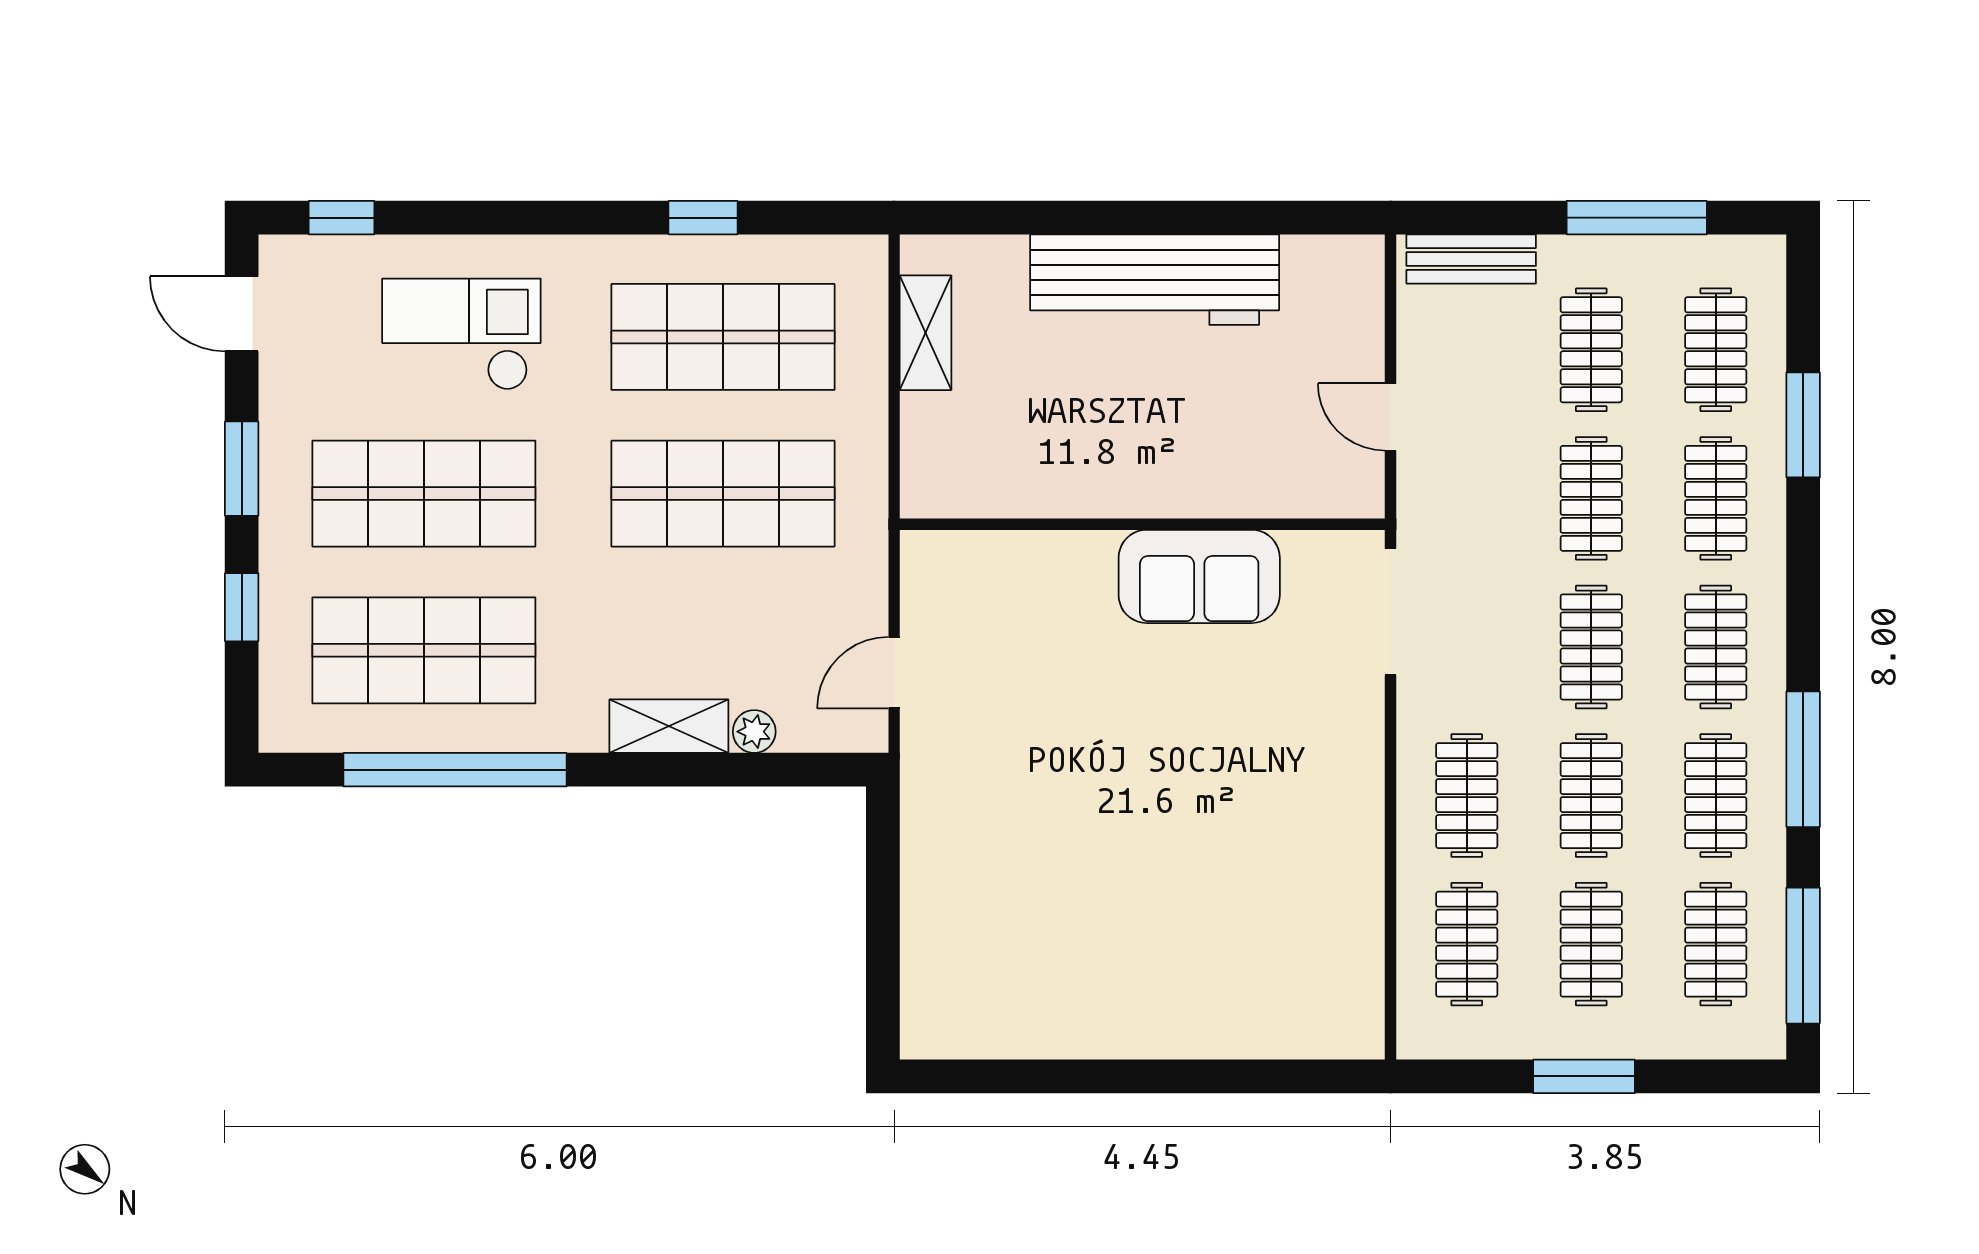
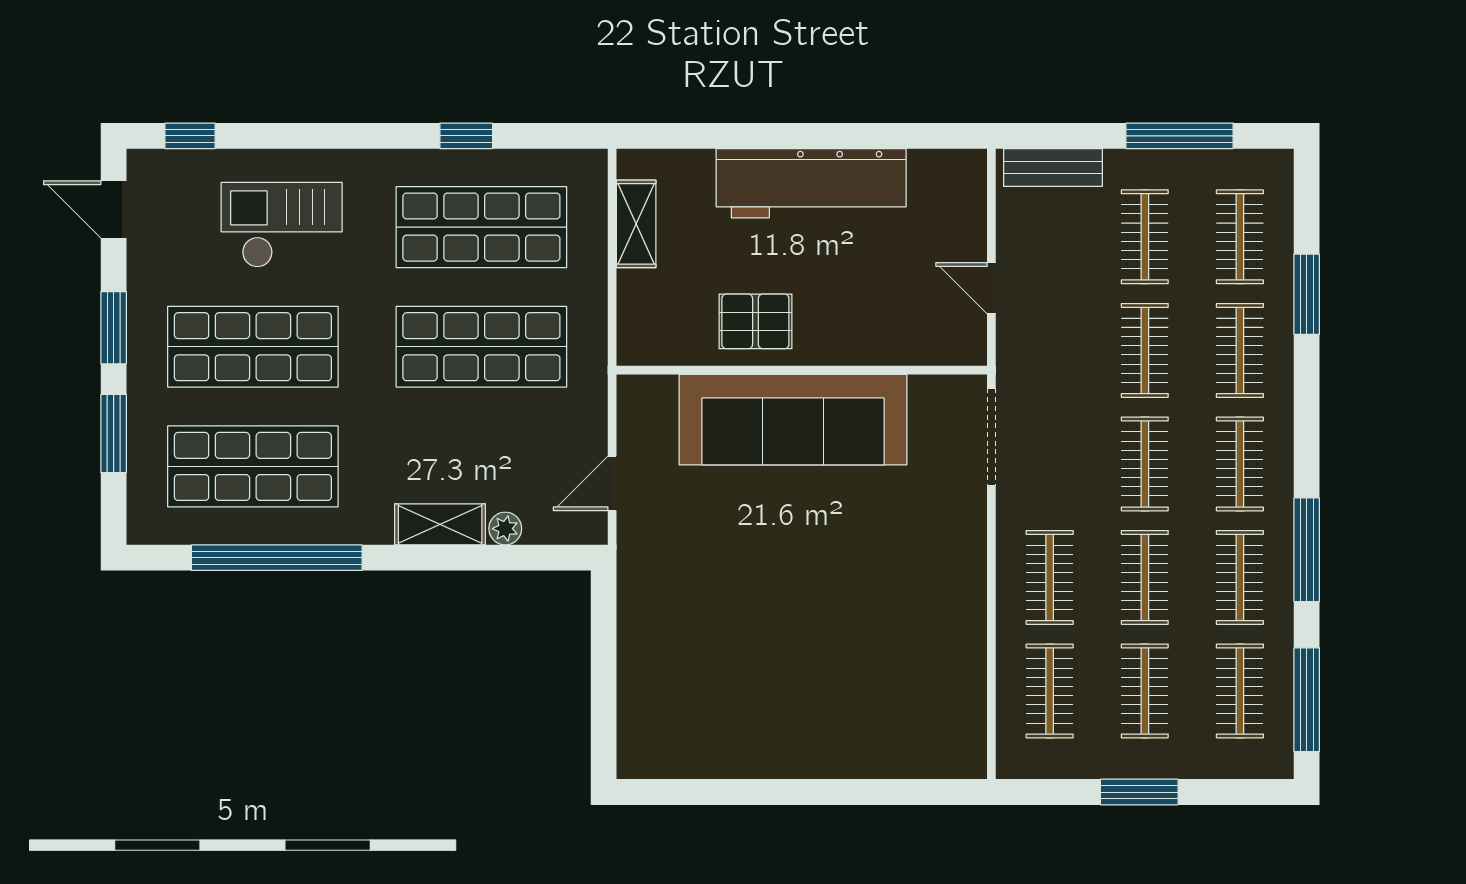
pallet: (1082, 460) -> (755, 321), added
sofa: (1199, 576) -> (793, 420), width x1.85, depth x1.27
window: (242, 607) -> (114, 434), width x1.50

